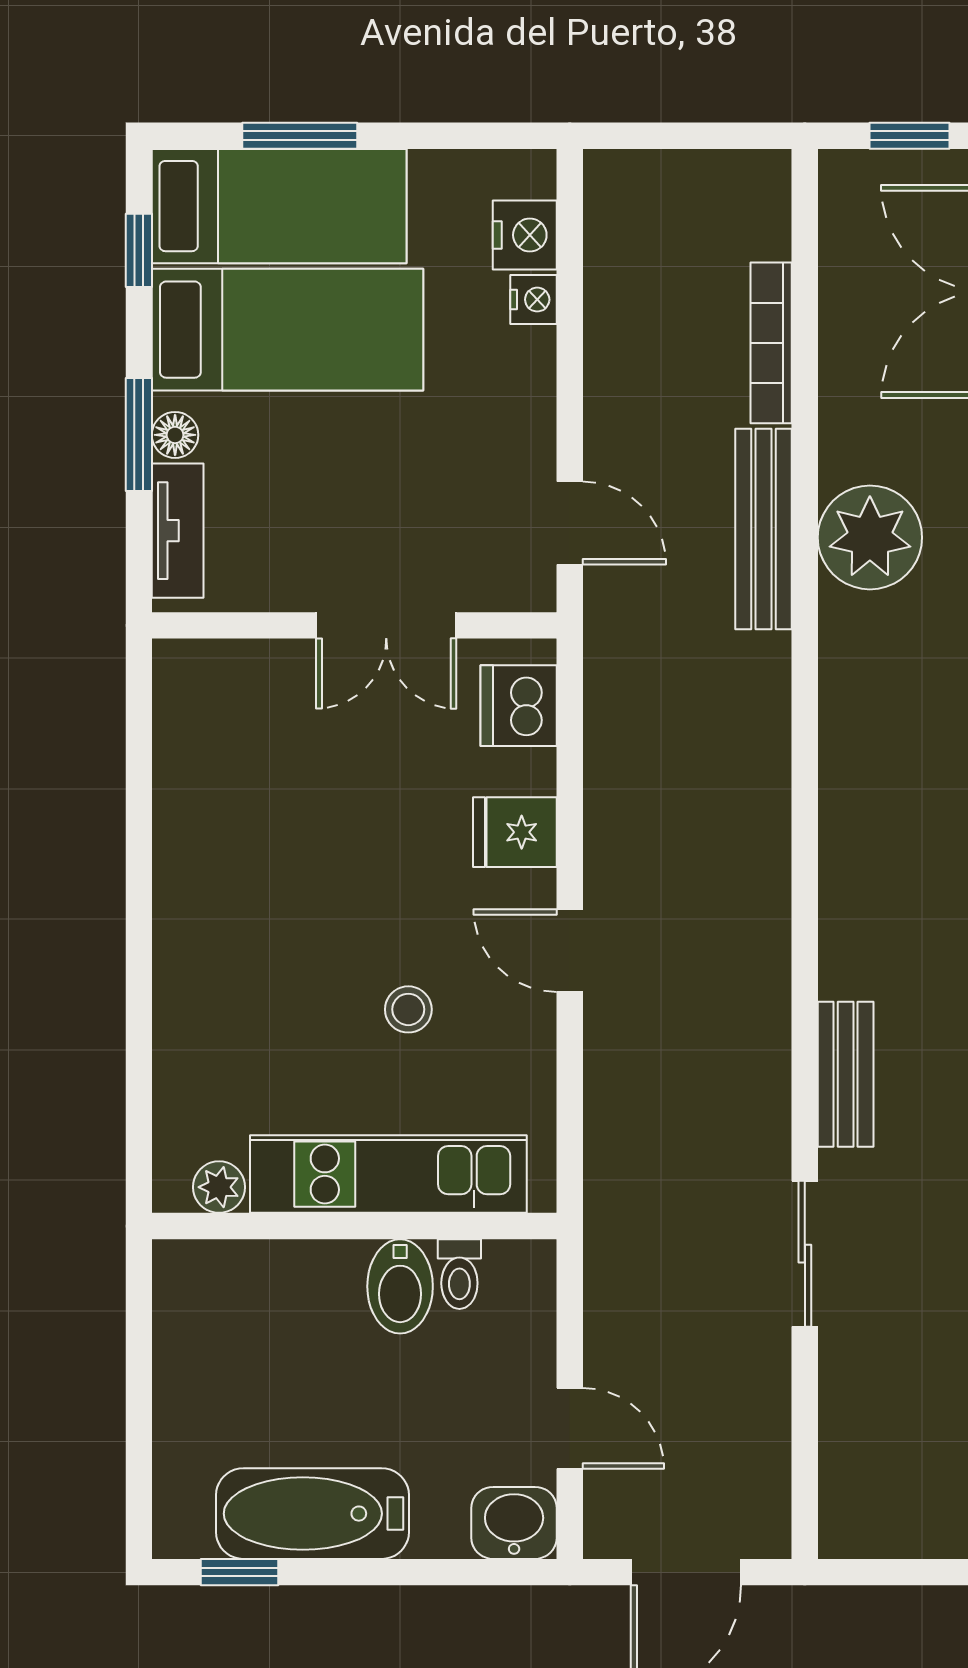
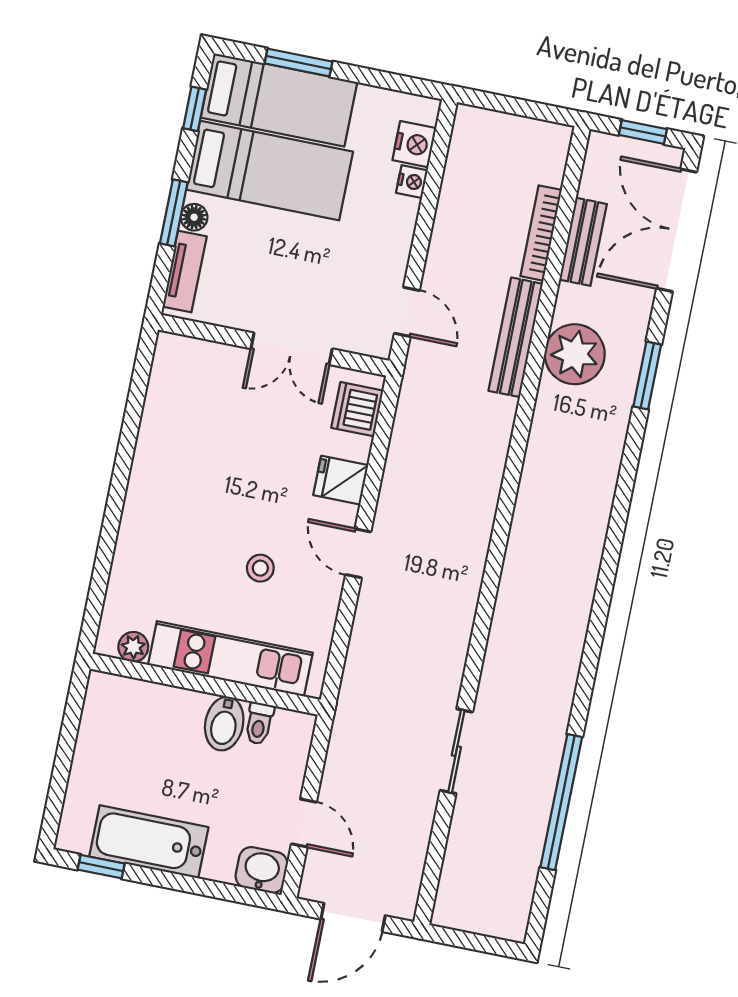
bench: (846, 1074) -> (583, 242), moved

